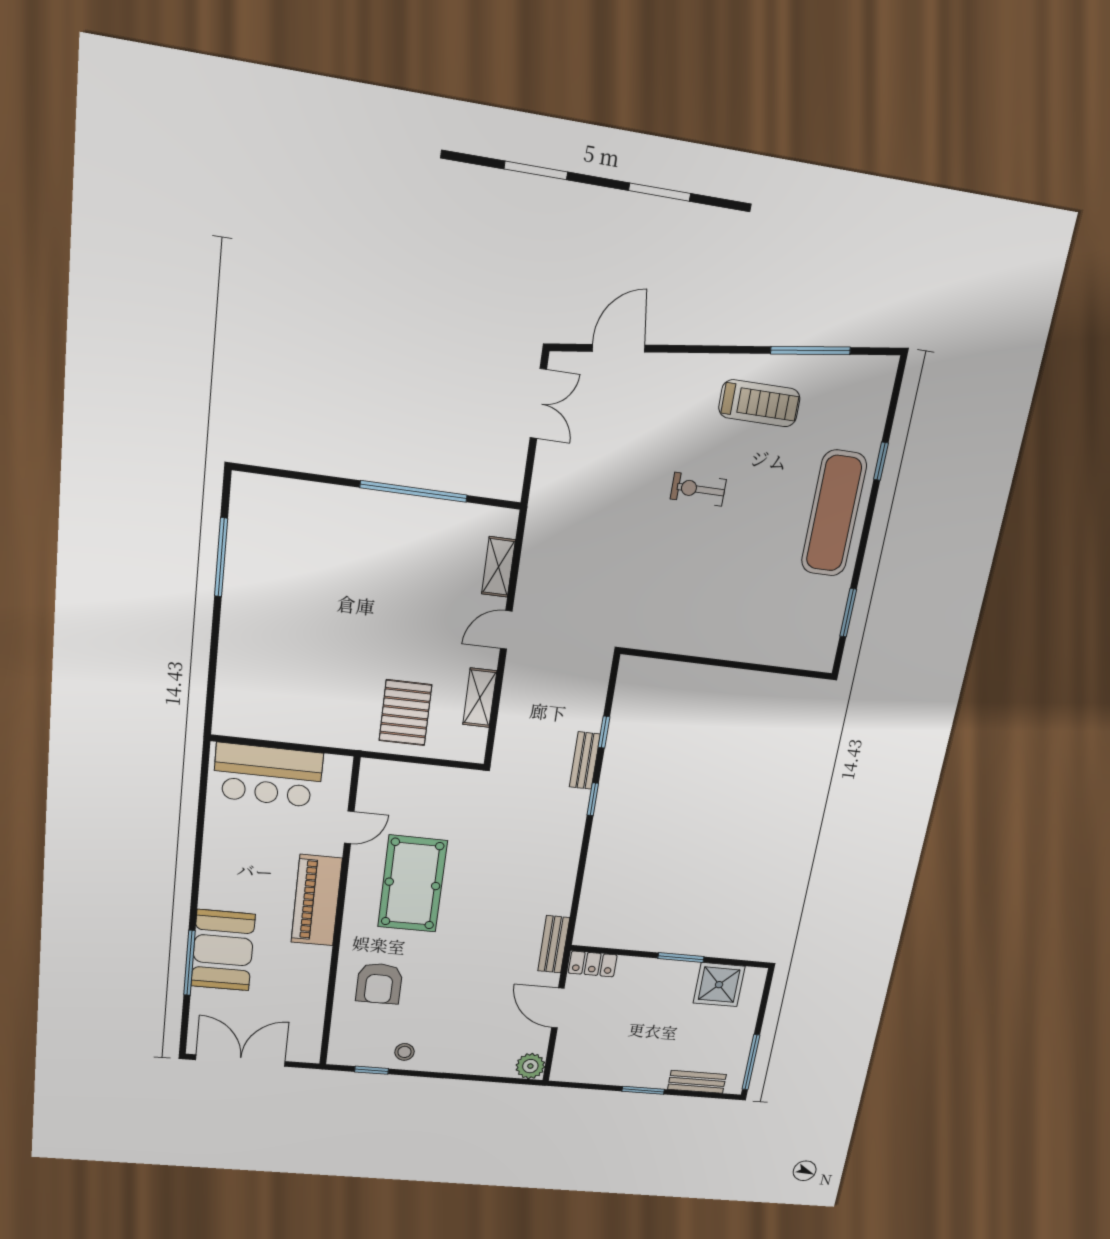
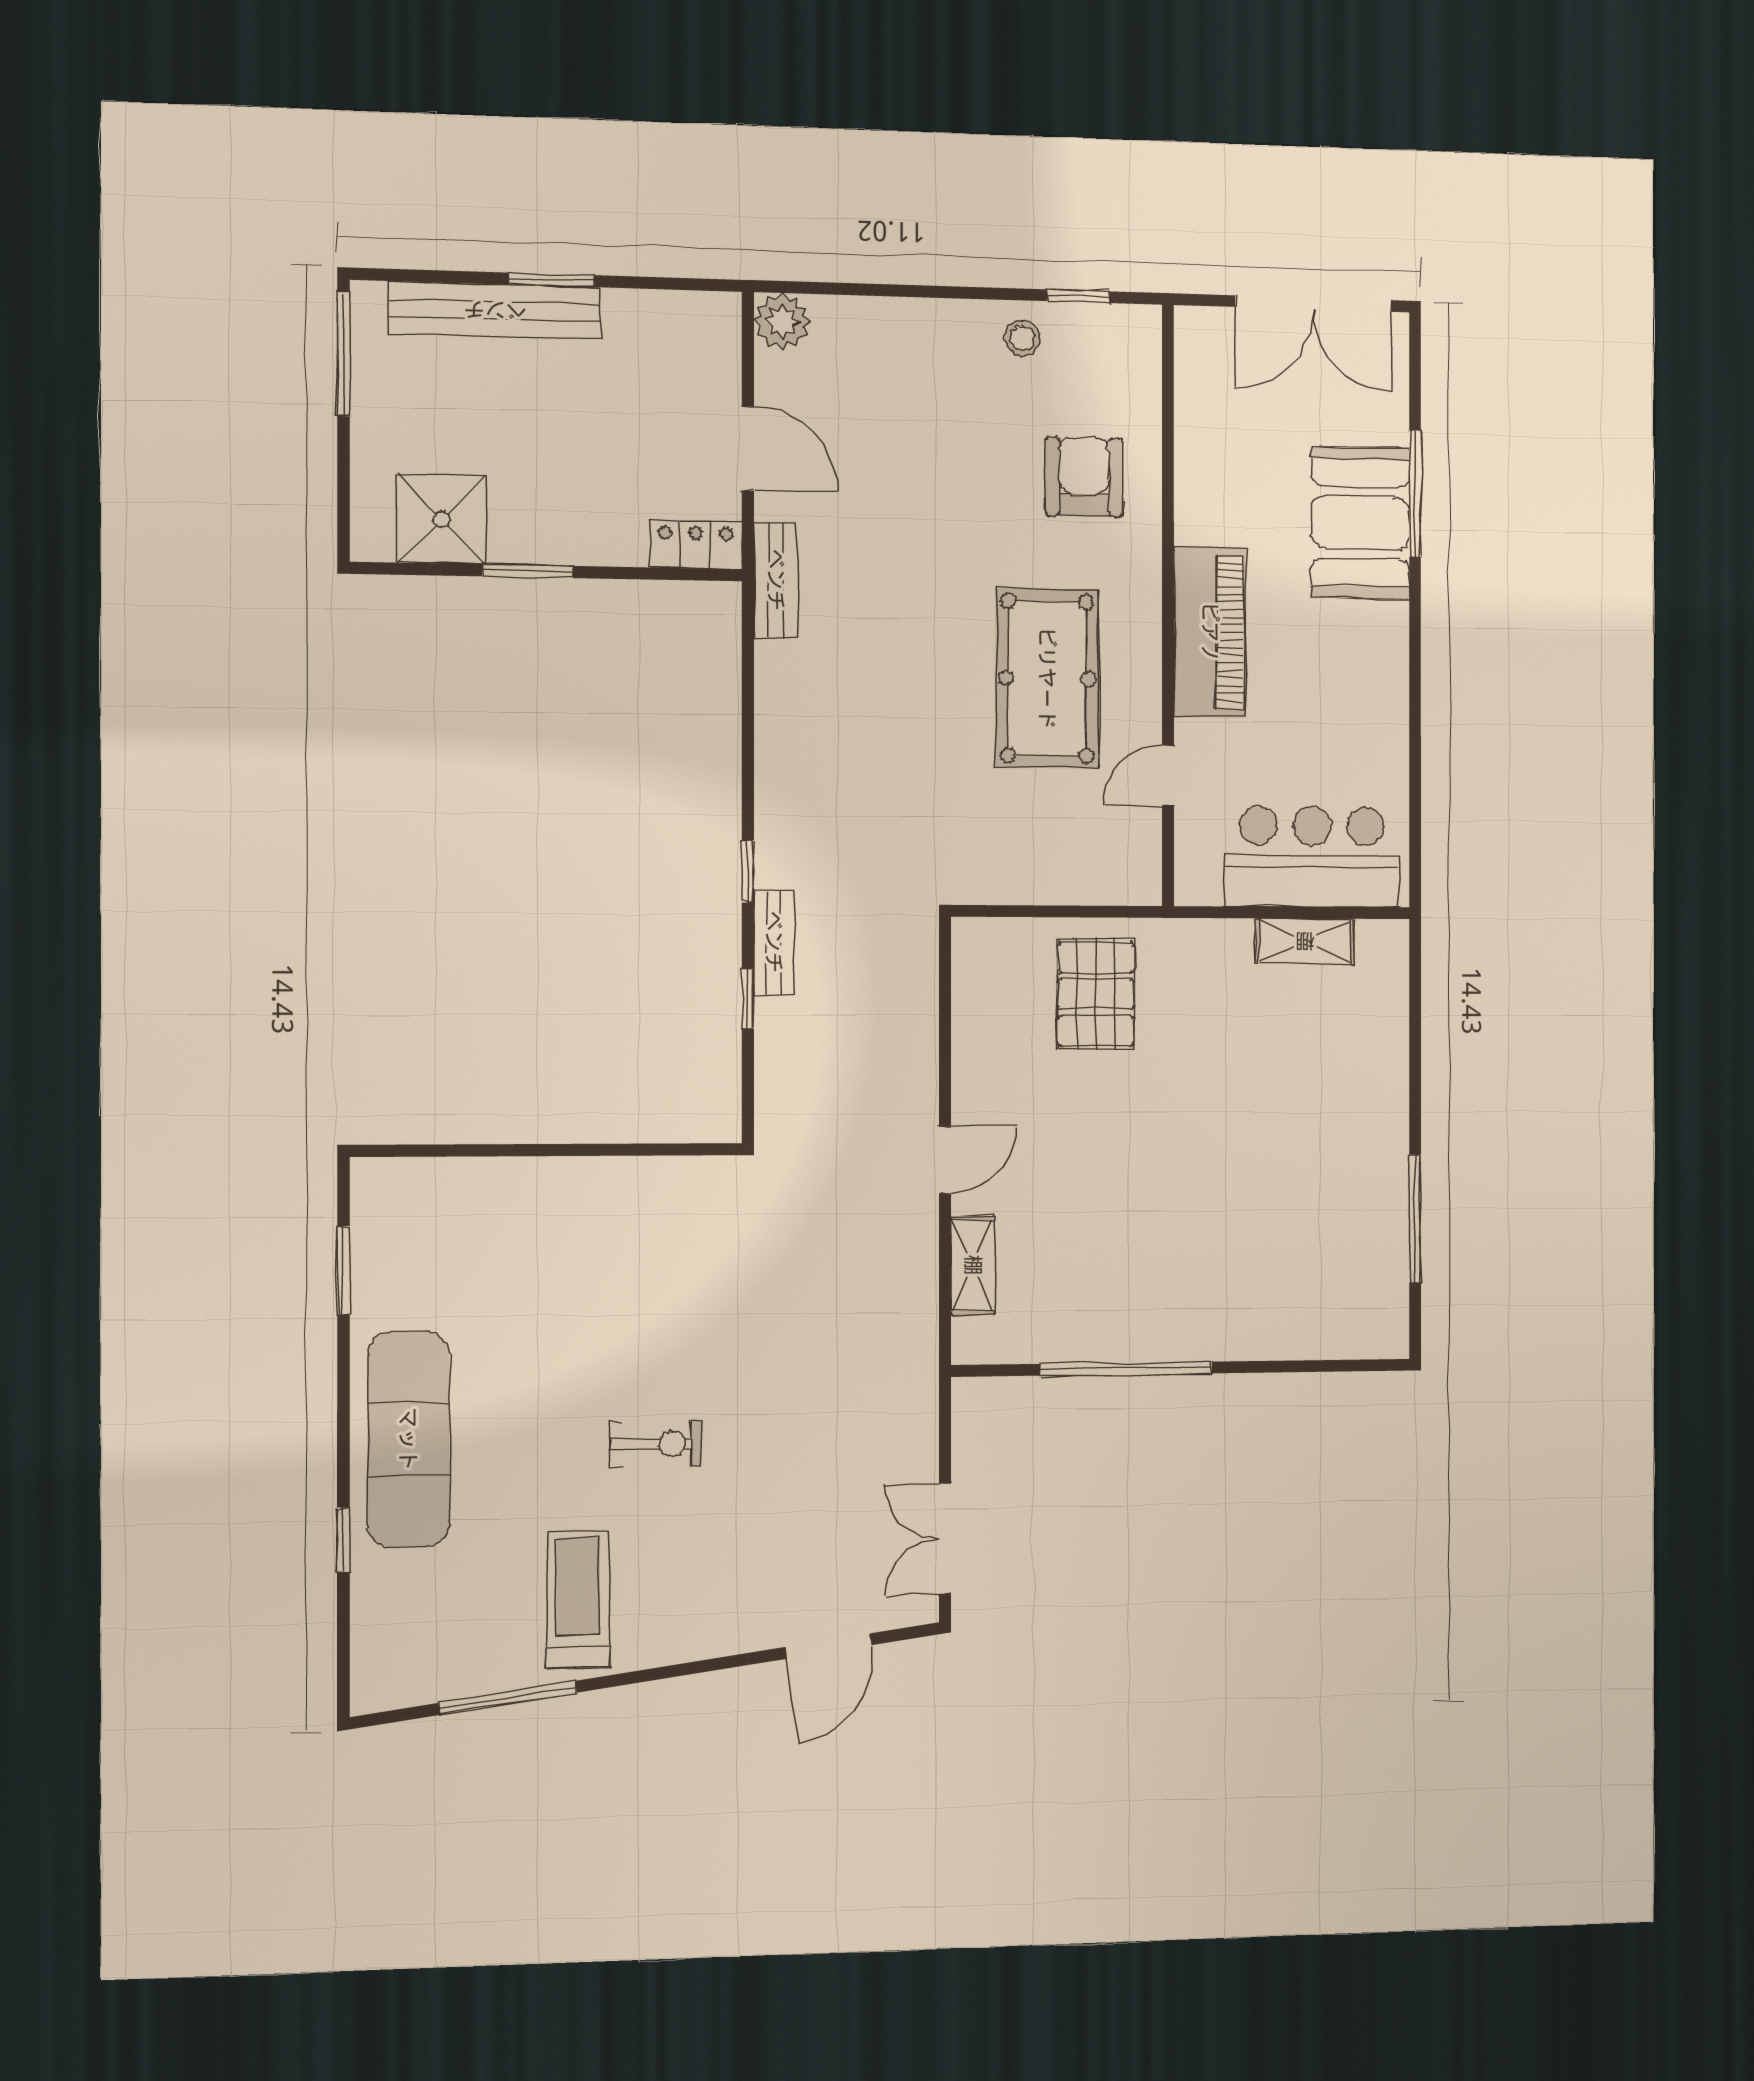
treadmill: (759, 403) -> (578, 1600), turned 90
shelving: (480, 698) -> (1305, 941), moved, turned 90
bench: (697, 1082) -> (495, 310), width x1.86, depth x1.21

